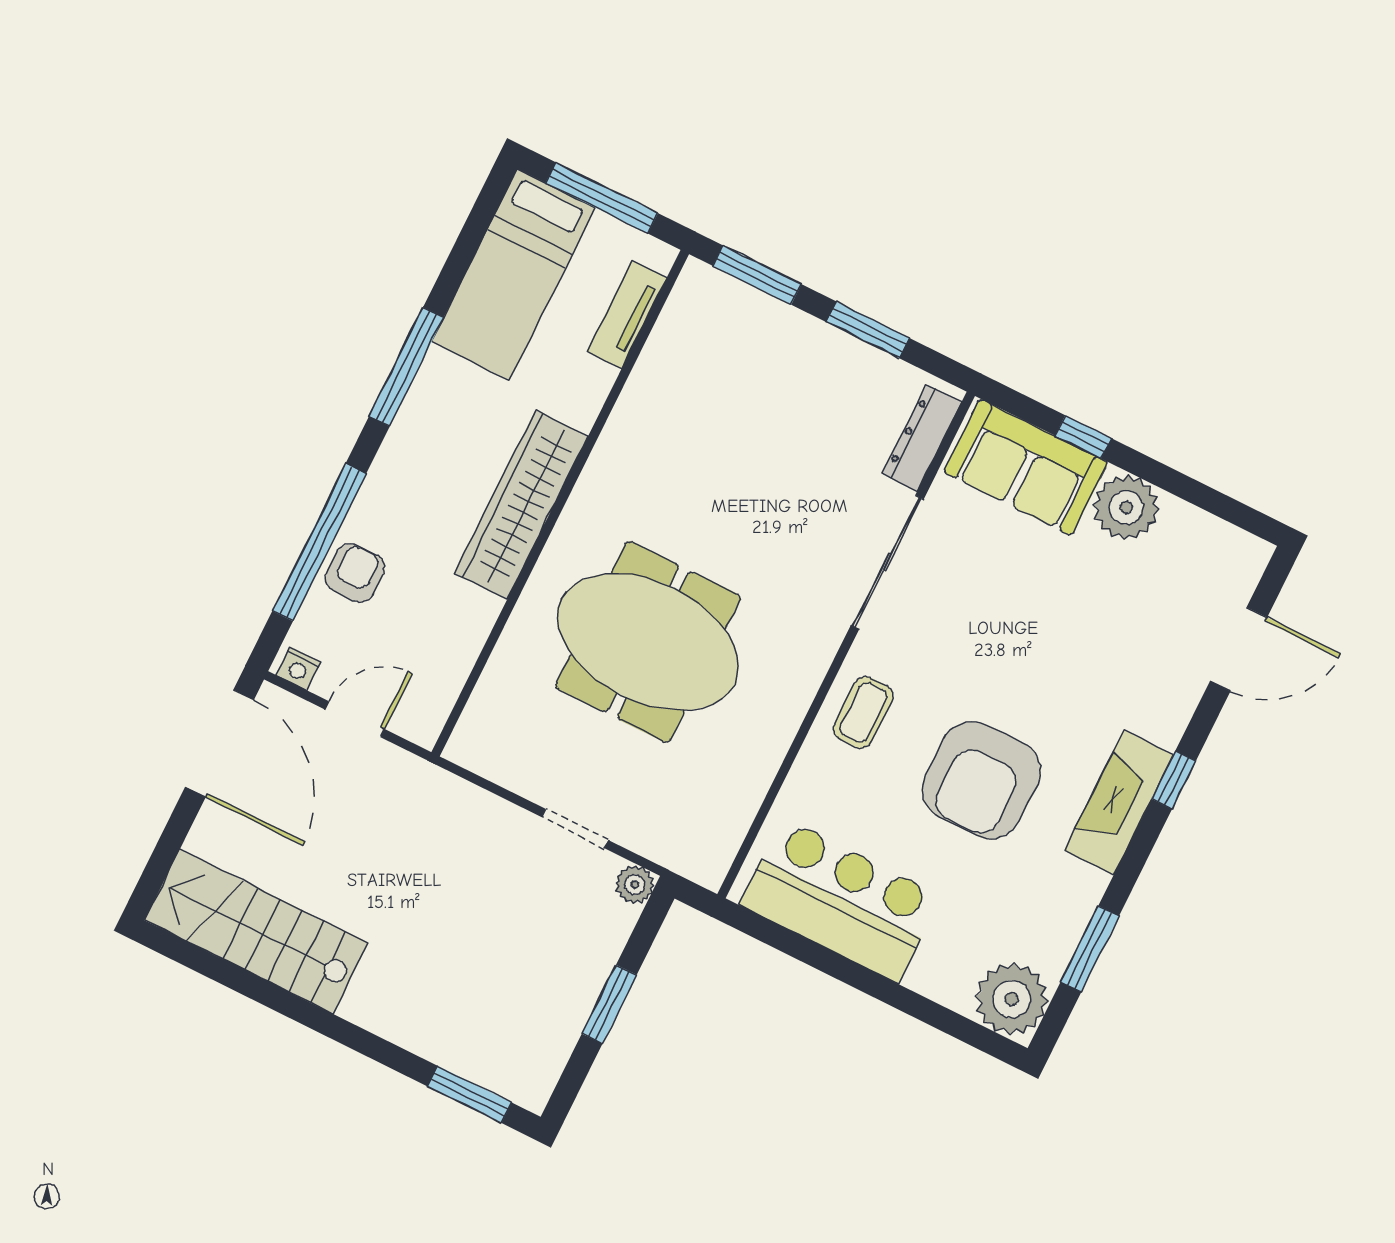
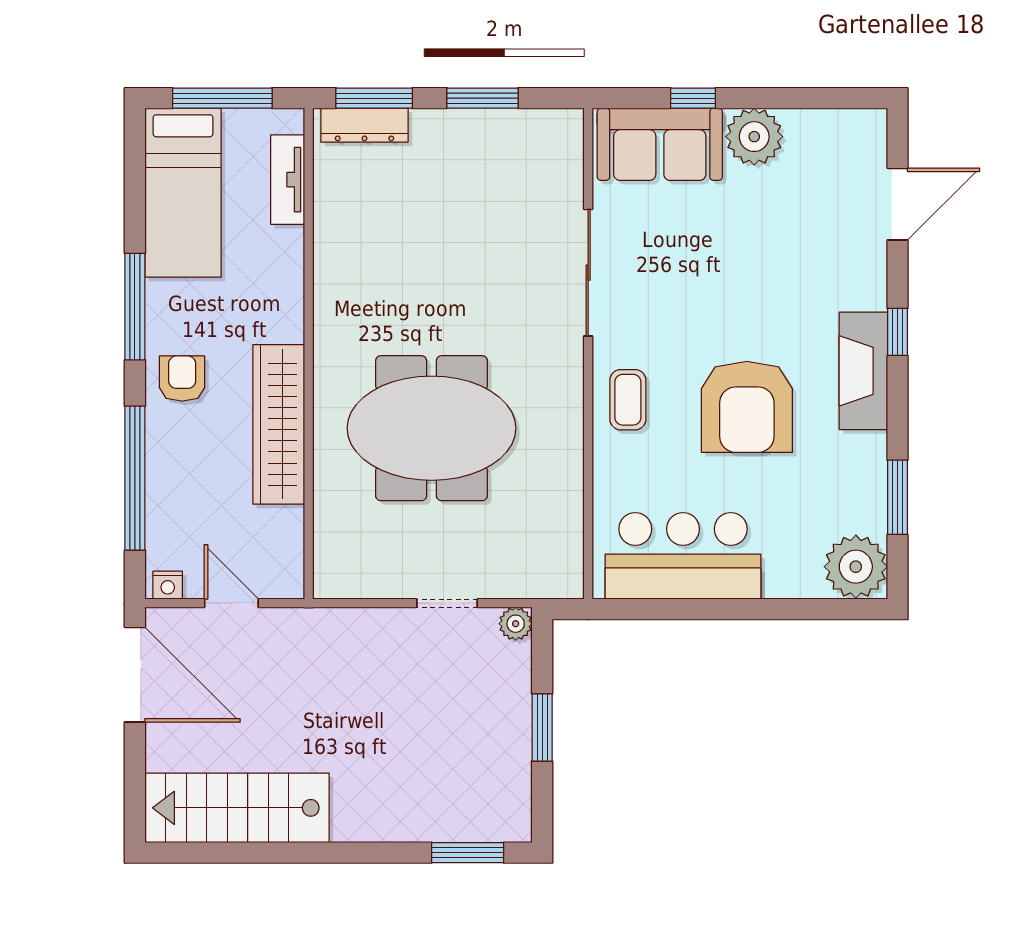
dresser: (922, 438) -> (364, 125), moved, turned -90
wardrobe: (521, 505) -> (279, 424), moved
armchair: (355, 573) -> (182, 379), moved
door: (354, 719) -> (231, 603), hinge flipped

